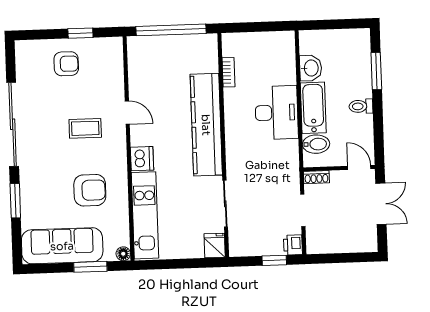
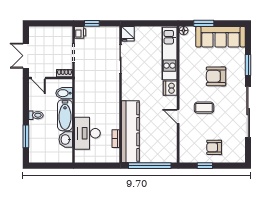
desk: (277, 113) -> (87, 133), moved
kitchen counter: (206, 125) -> (130, 132), moved
armchair: (90, 190) -> (216, 76), moved

